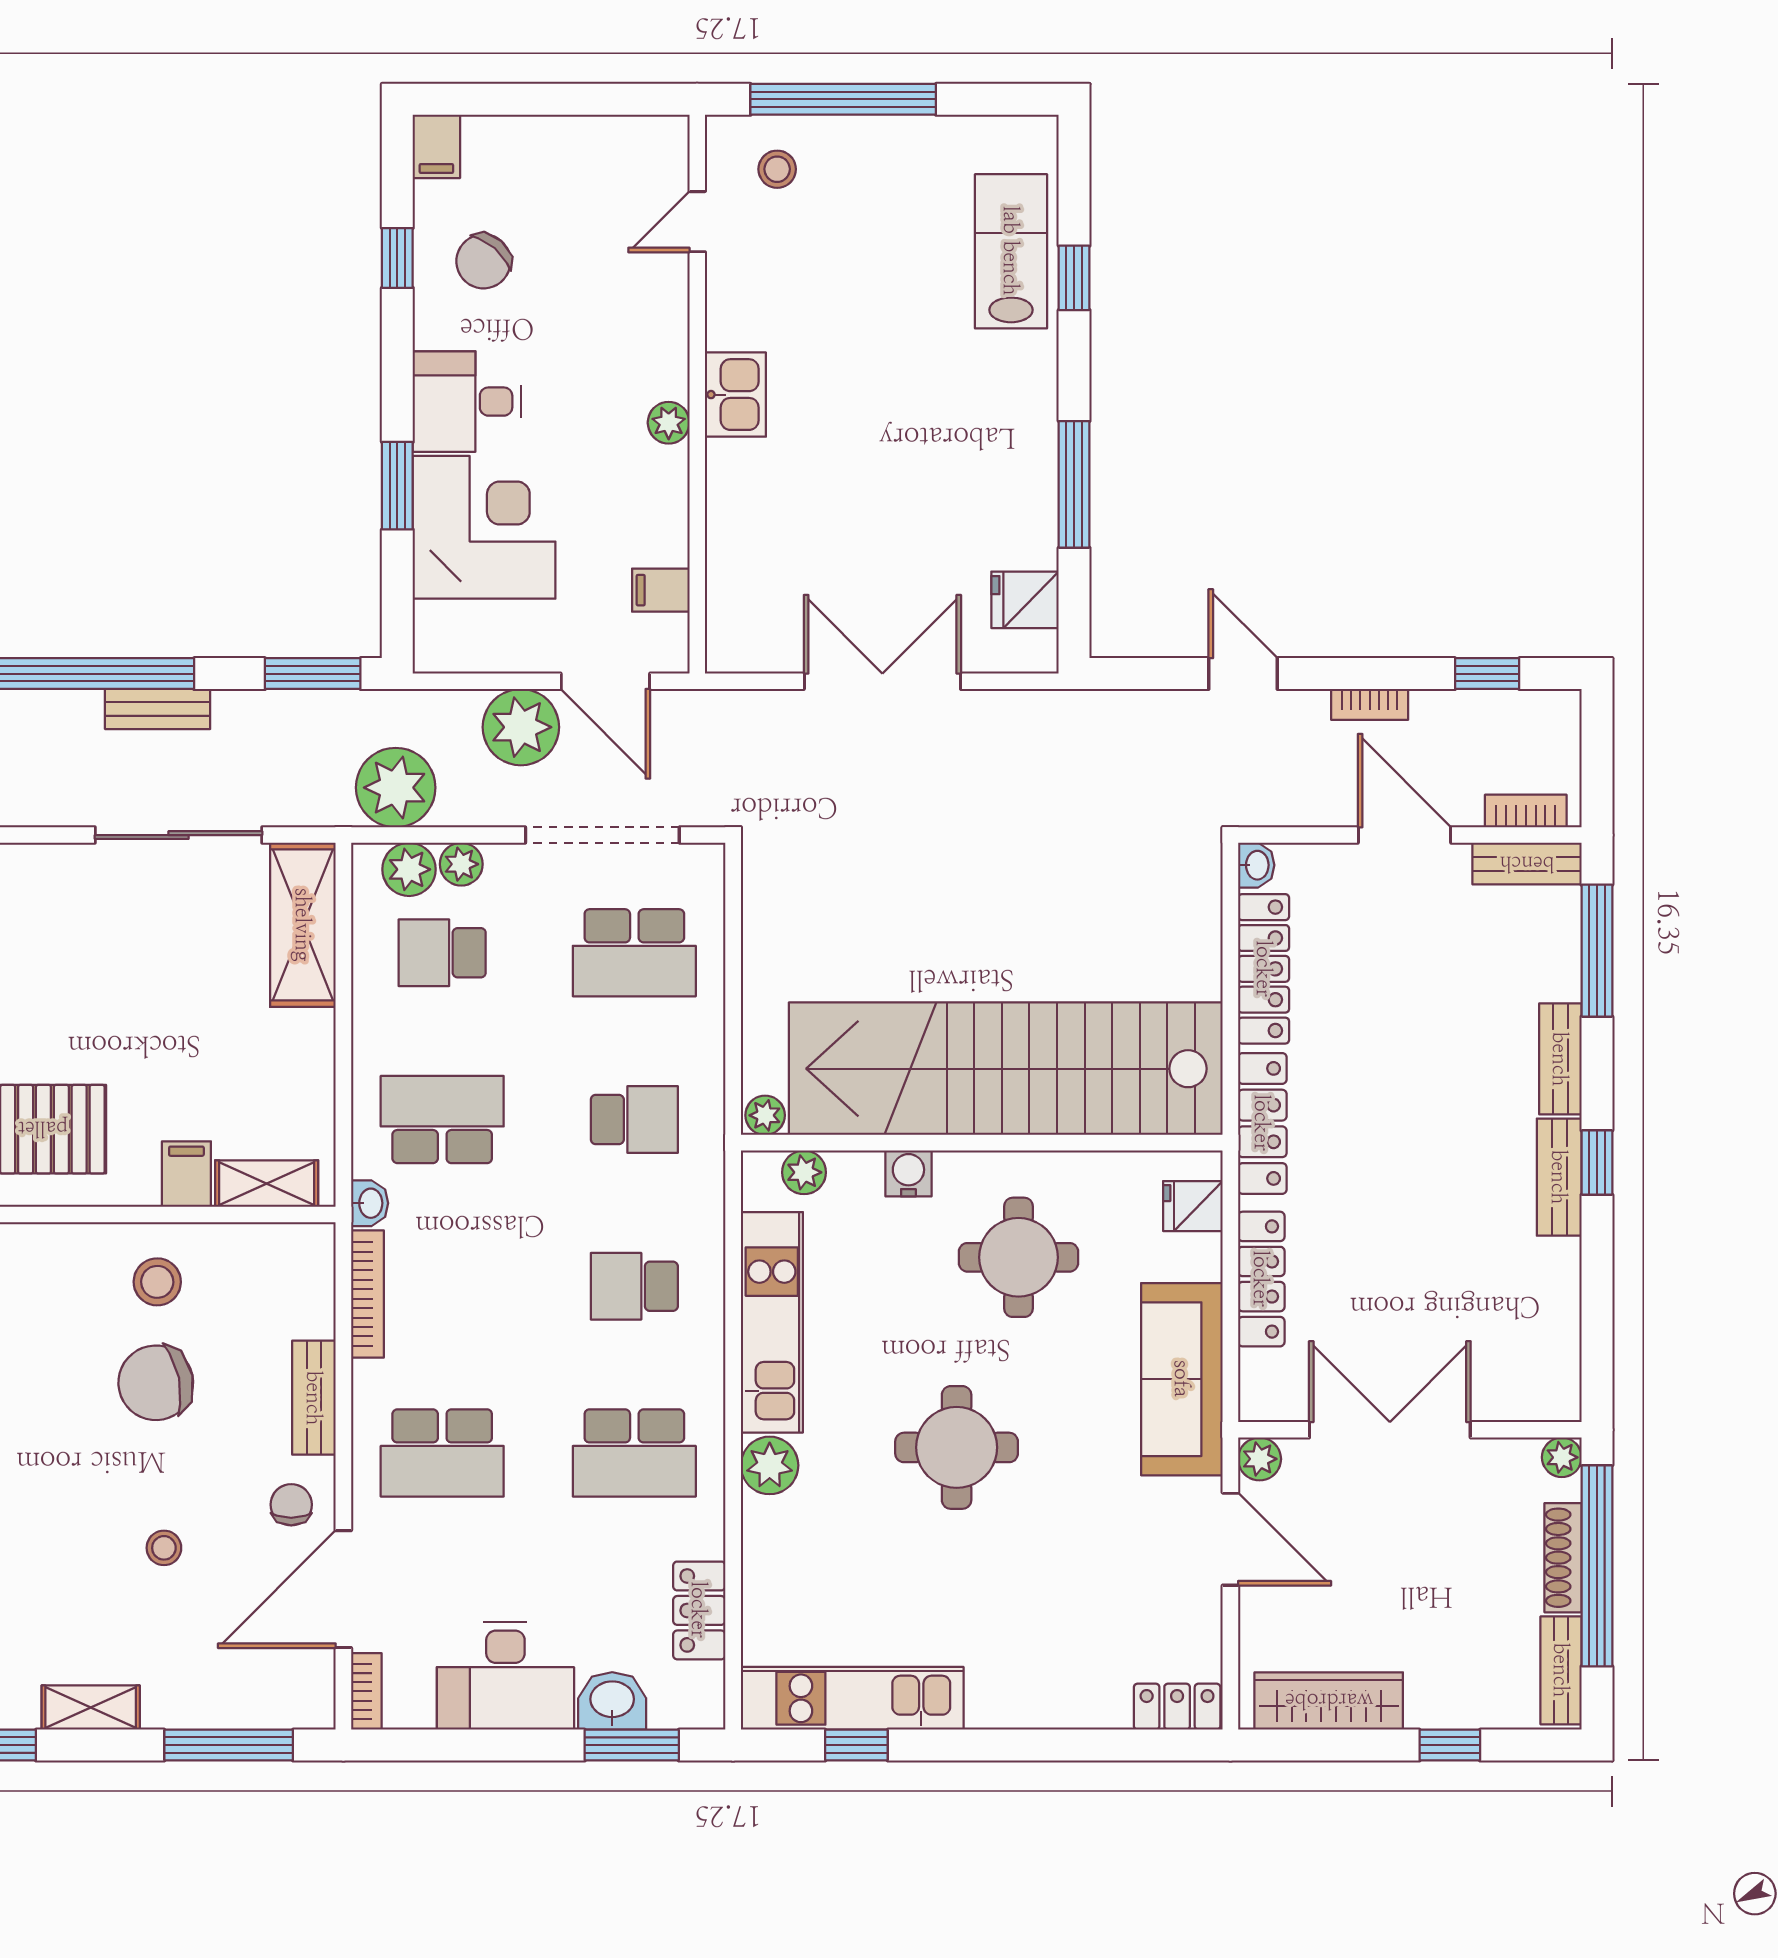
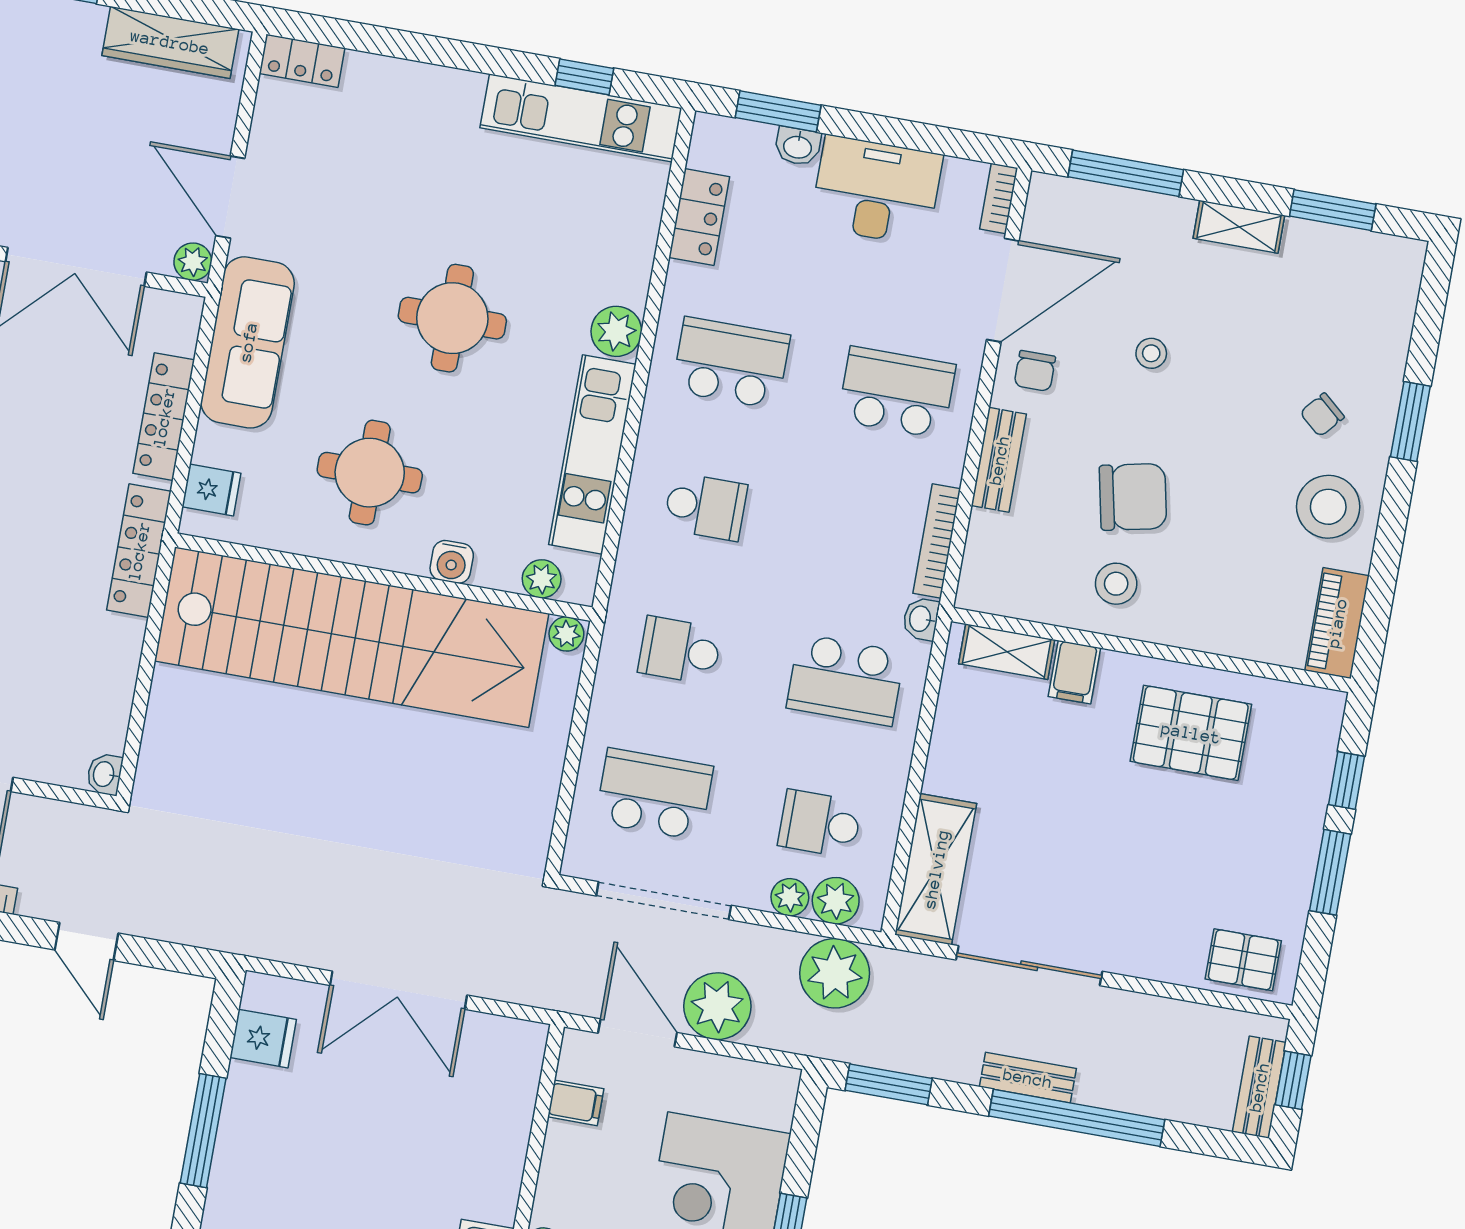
school desk: (442, 953) -> (820, 824), turned 180
locker: (1264, 969) -> (114, 684), removed
washbasin: (612, 1701) -> (798, 146), width x0.72, depth x0.69

